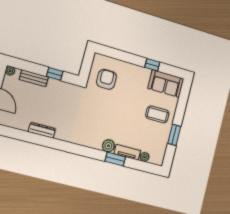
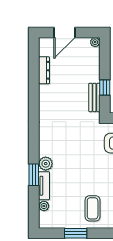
bench: (34, 78) -> (94, 97), moved
dresser: (42, 130) -> (44, 70), moved

